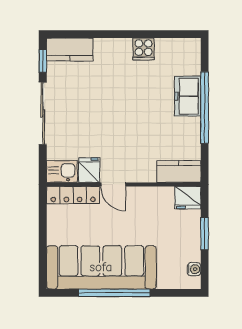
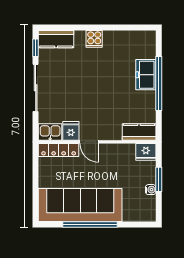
cooker: (144, 49) -> (94, 39), moved
water cooler: (194, 269) -> (151, 190), moved

